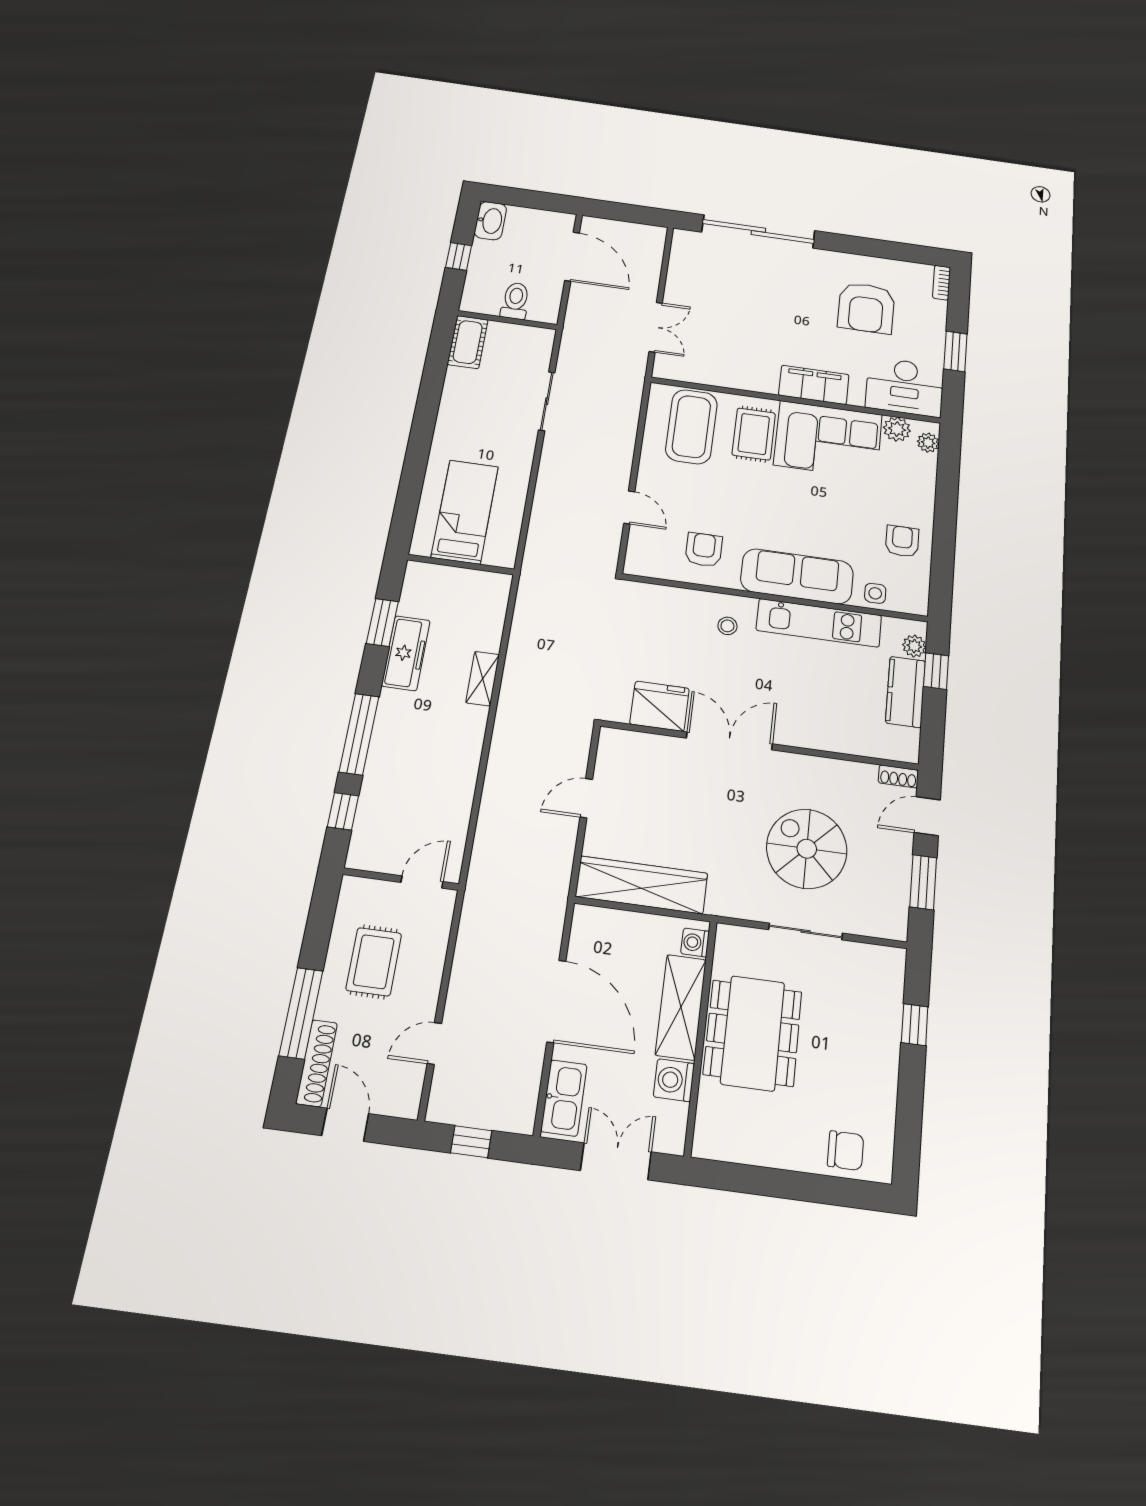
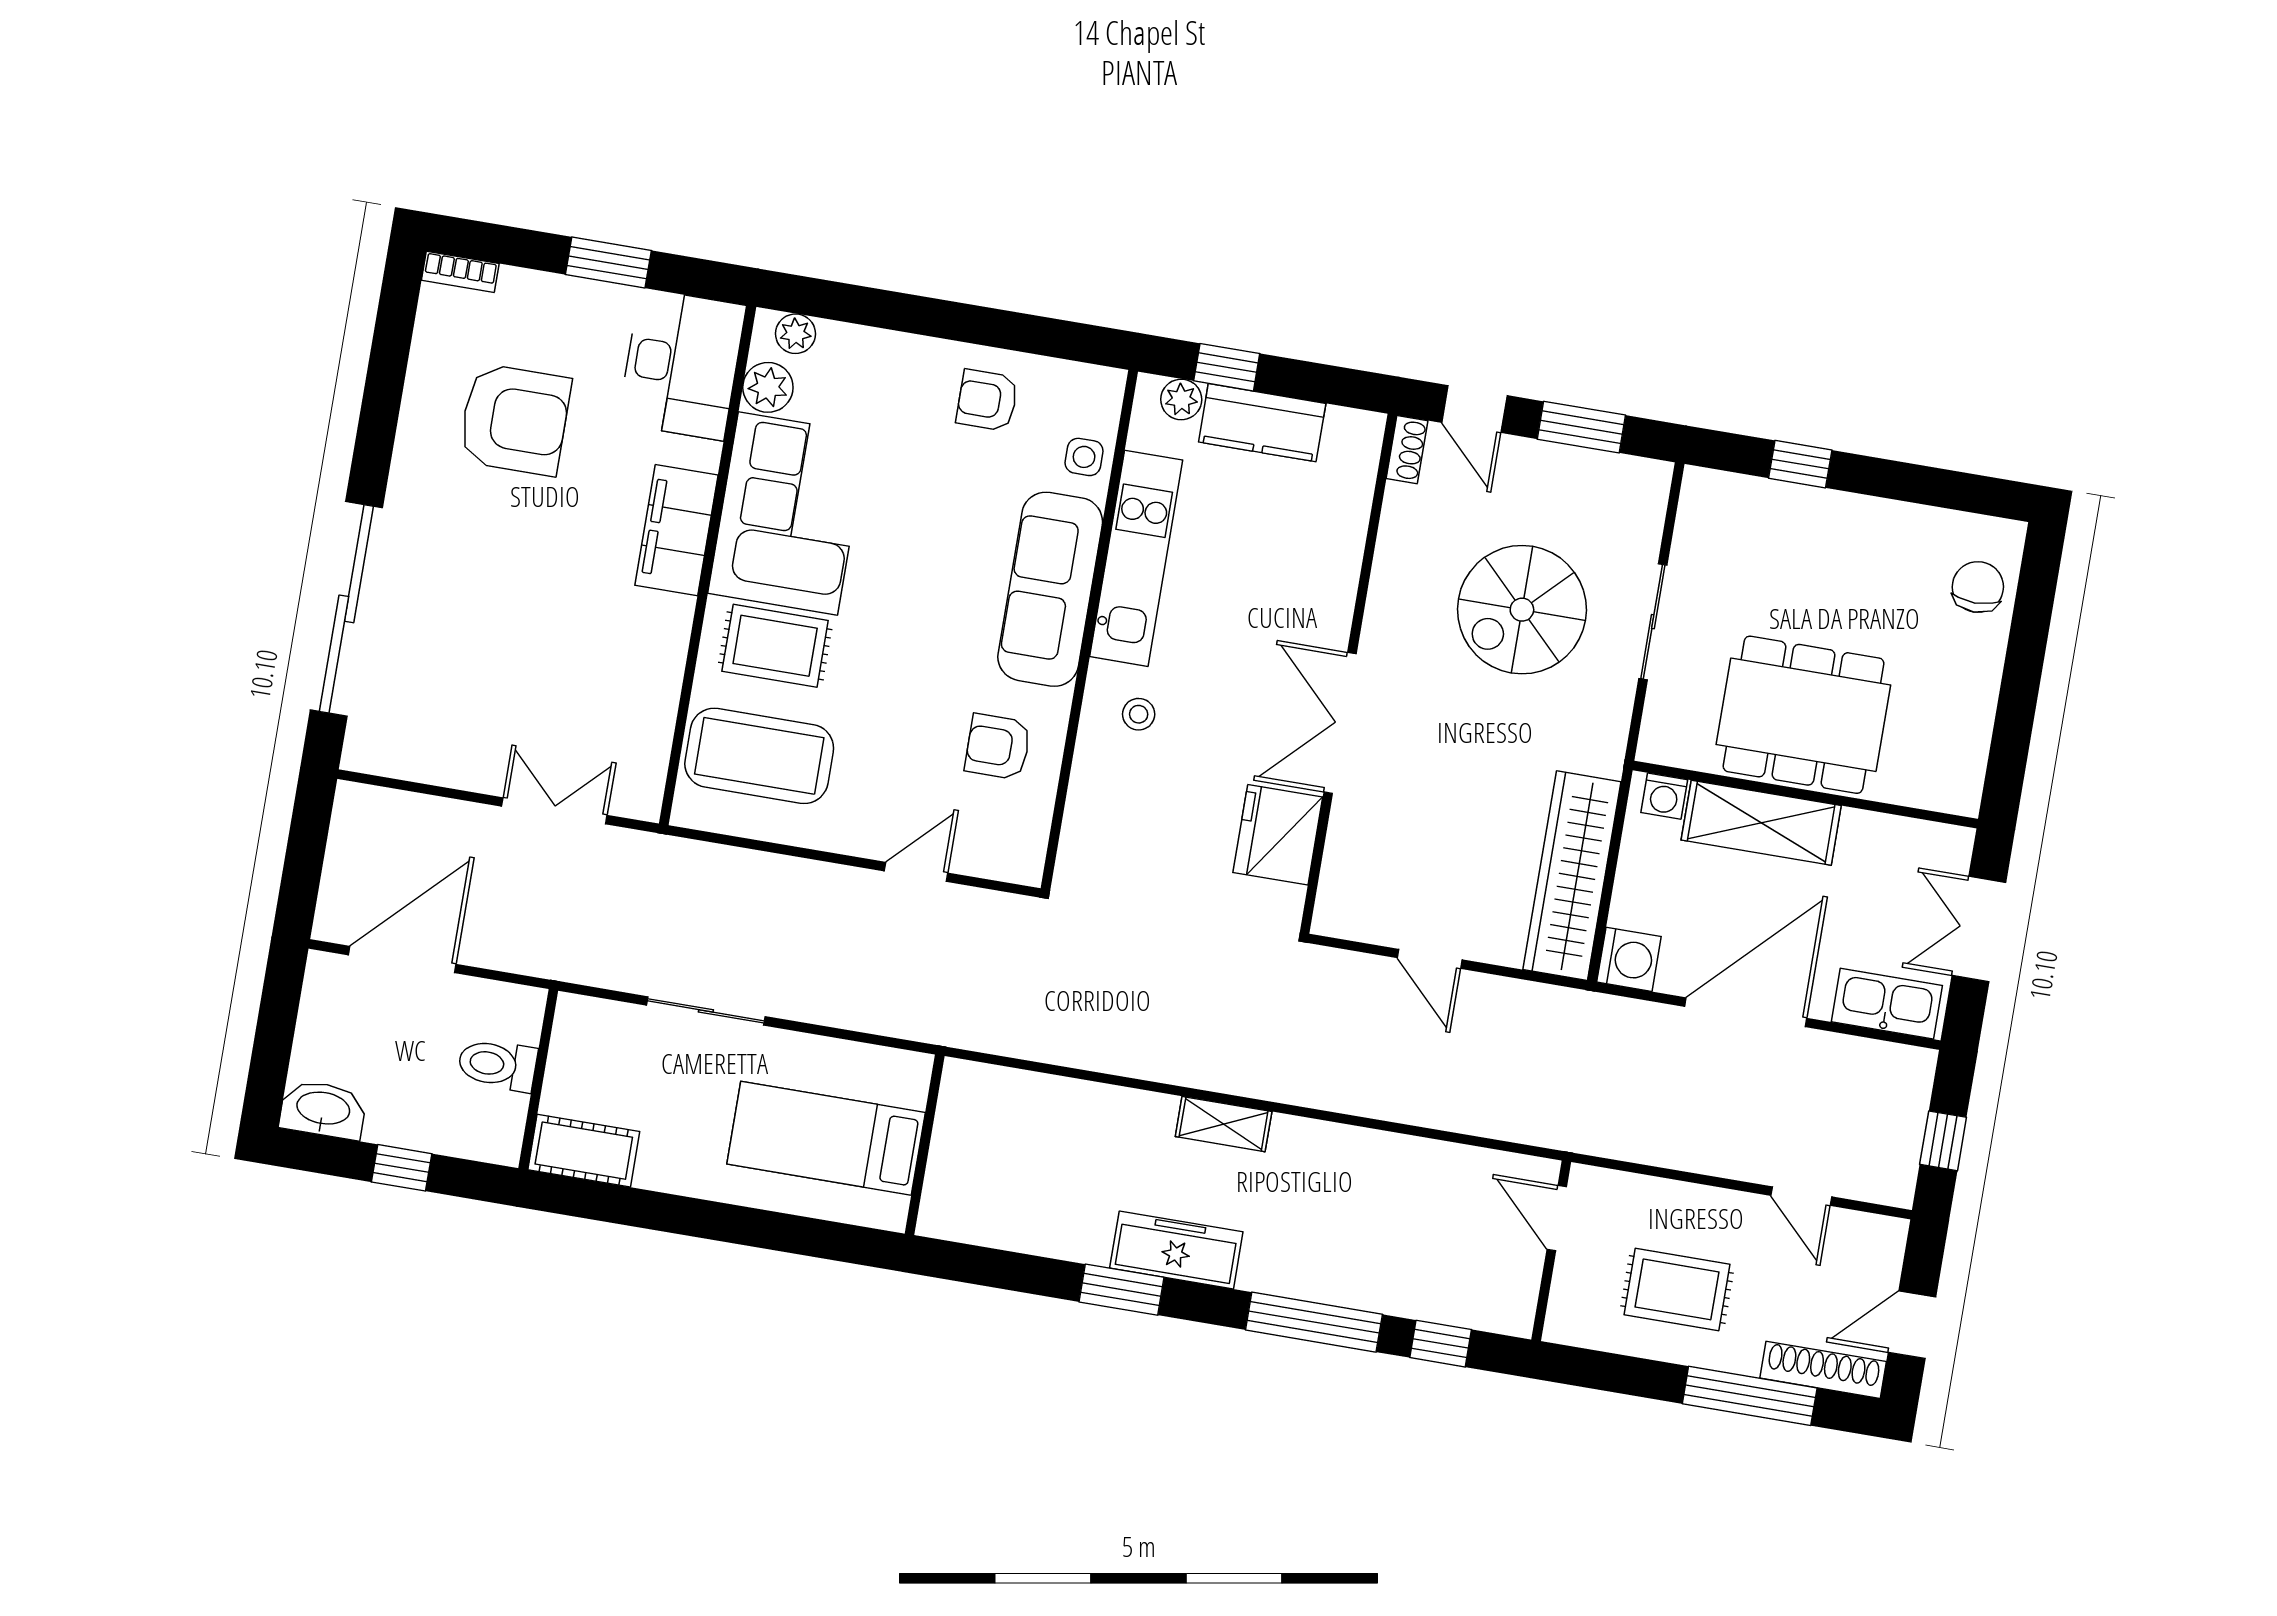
bed: (465, 512) -> (826, 1138), moved
wall: (461, 565) -> (925, 1145), moved
washing machine: (674, 1080) -> (1629, 959), moved, turned -90

